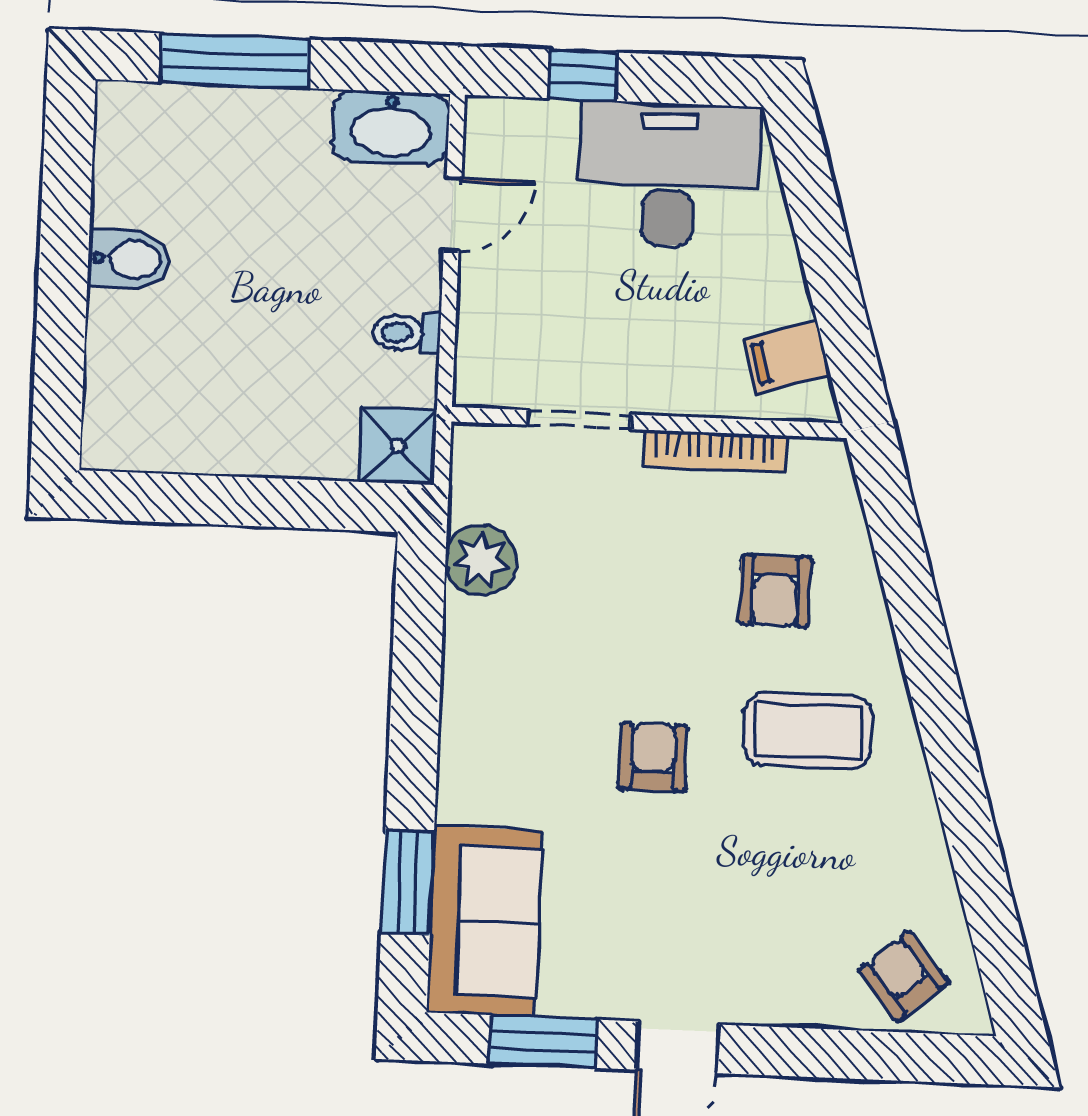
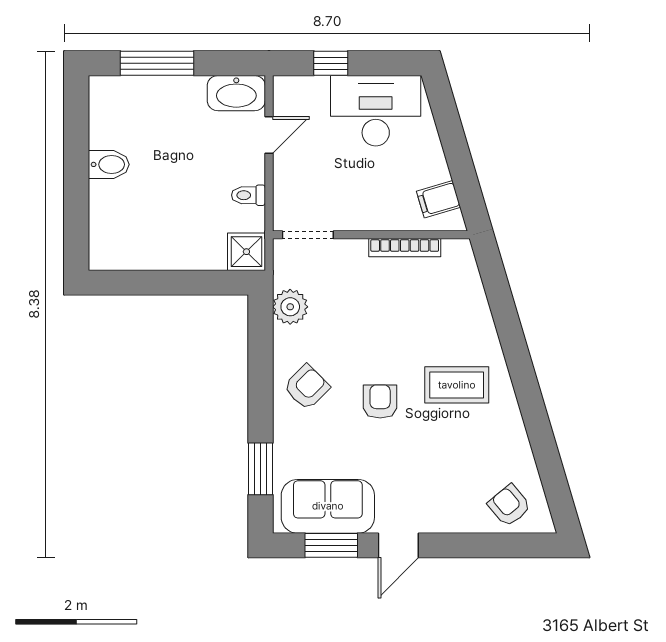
doorway: (579, 420) -> (308, 235), moved
armchair: (775, 591) -> (307, 387), moved, turned -135
sofa: (484, 921) -> (328, 506), moved, turned -90

